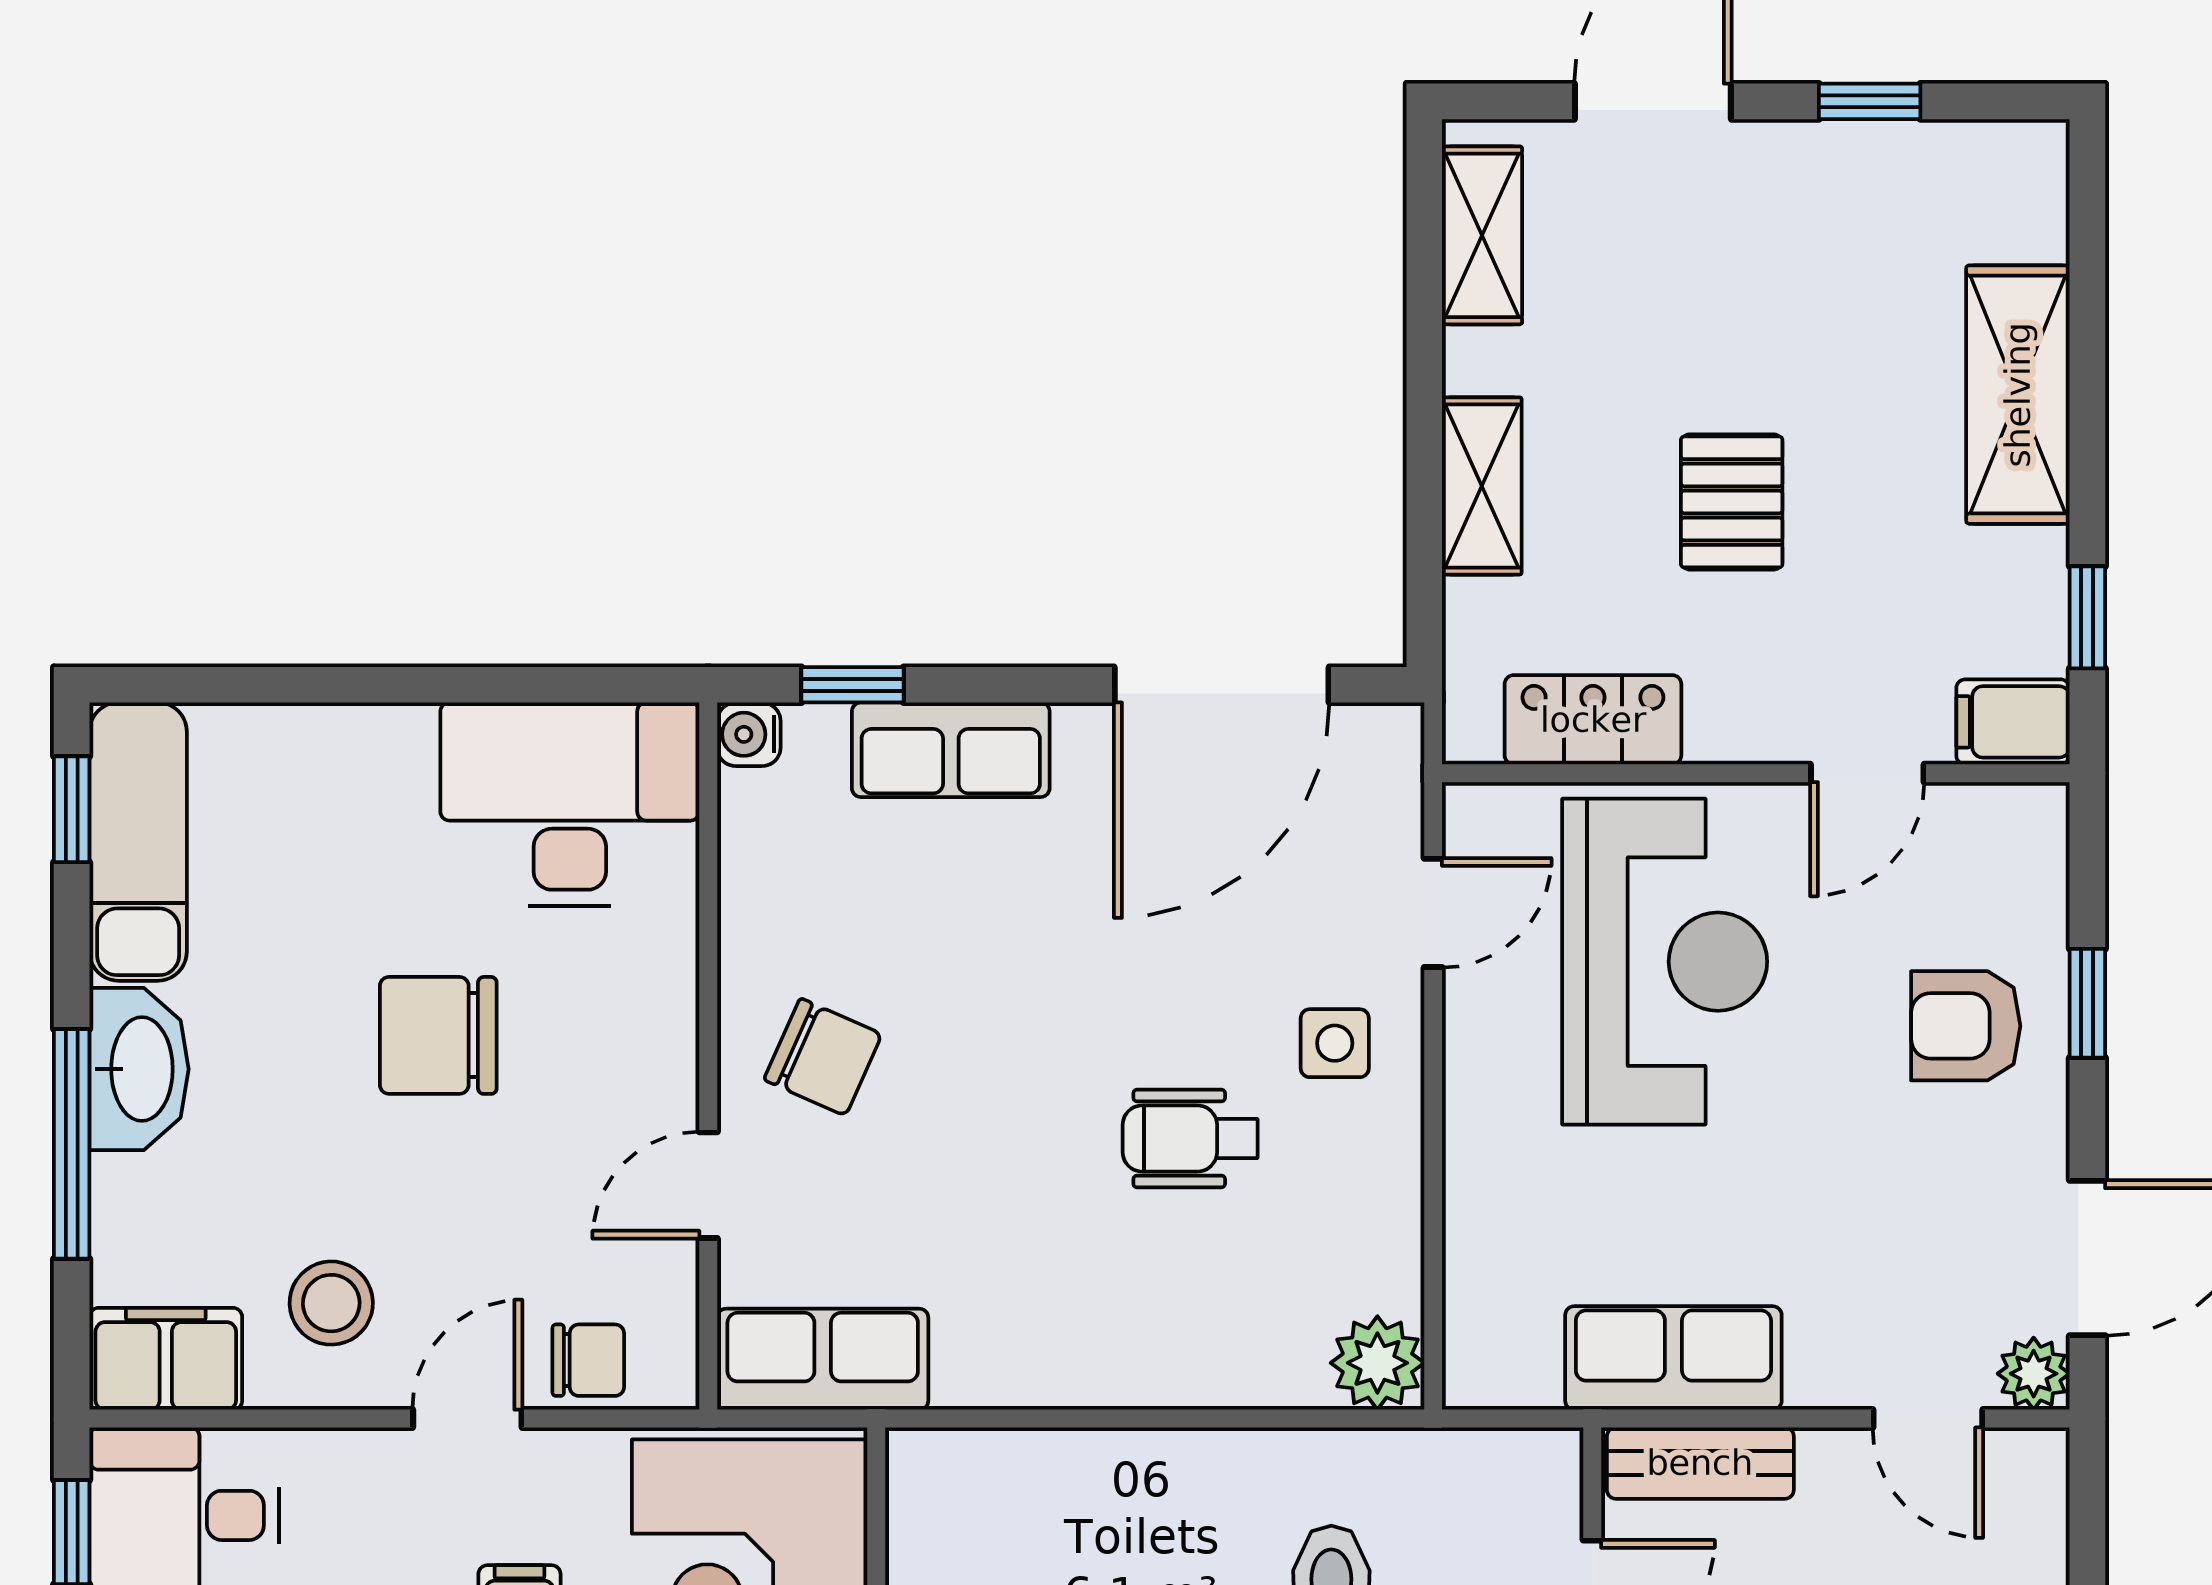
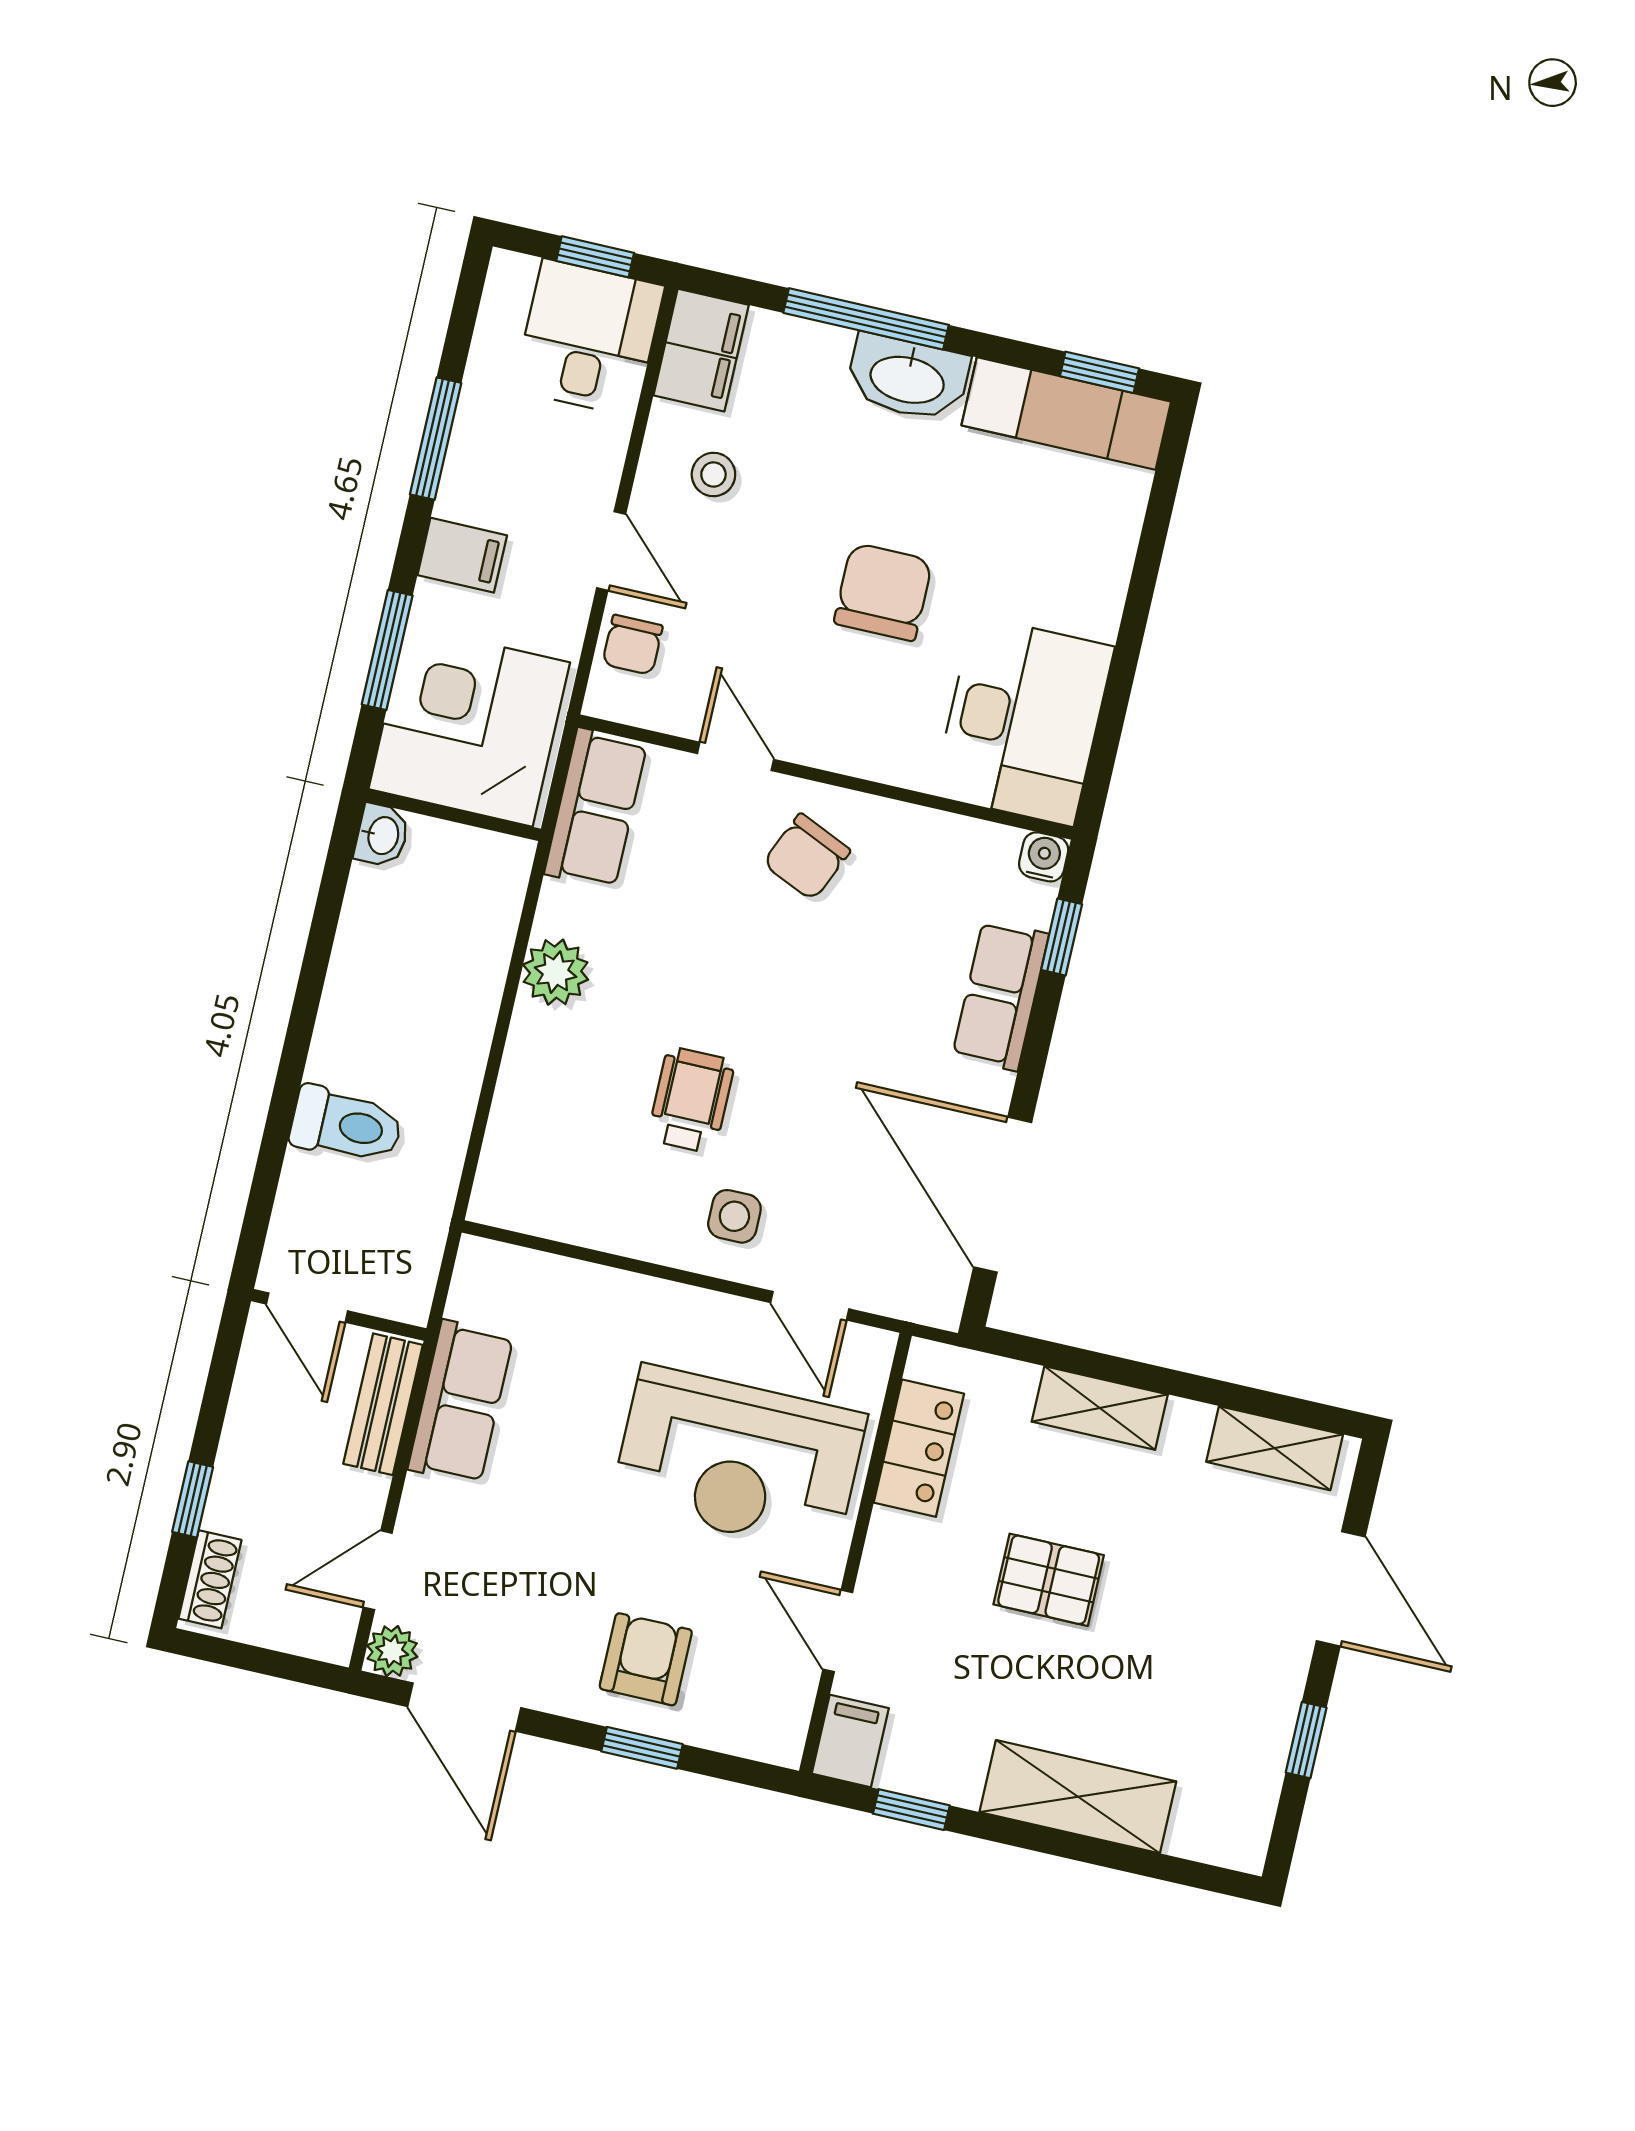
stool: (331, 1303) -> (713, 475), width x0.73, depth x0.73
plant: (1377, 1363) -> (556, 972), moved

